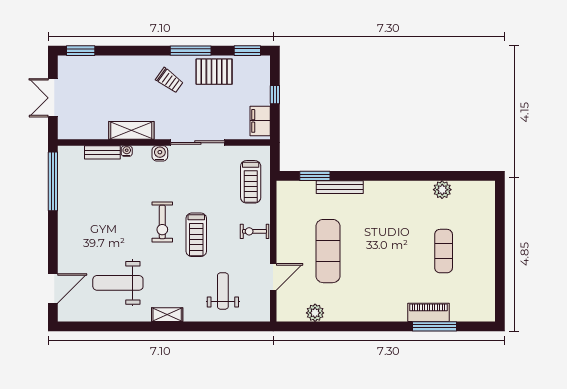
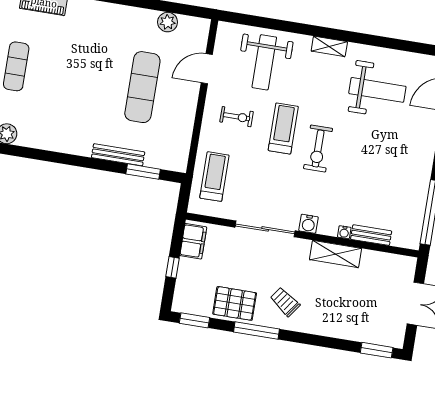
exercise bike: (162, 222) -> (318, 149), turned 180
exercise bike: (255, 231) -> (237, 117), moved
weight bench: (223, 291) -> (264, 62), width x1.36, depth x1.33

